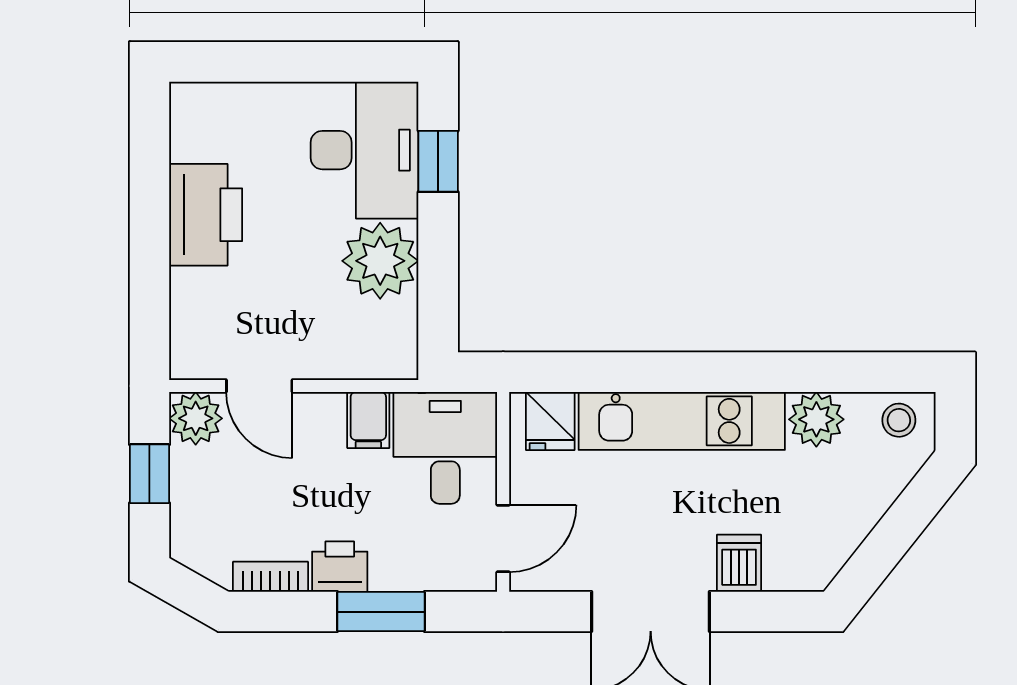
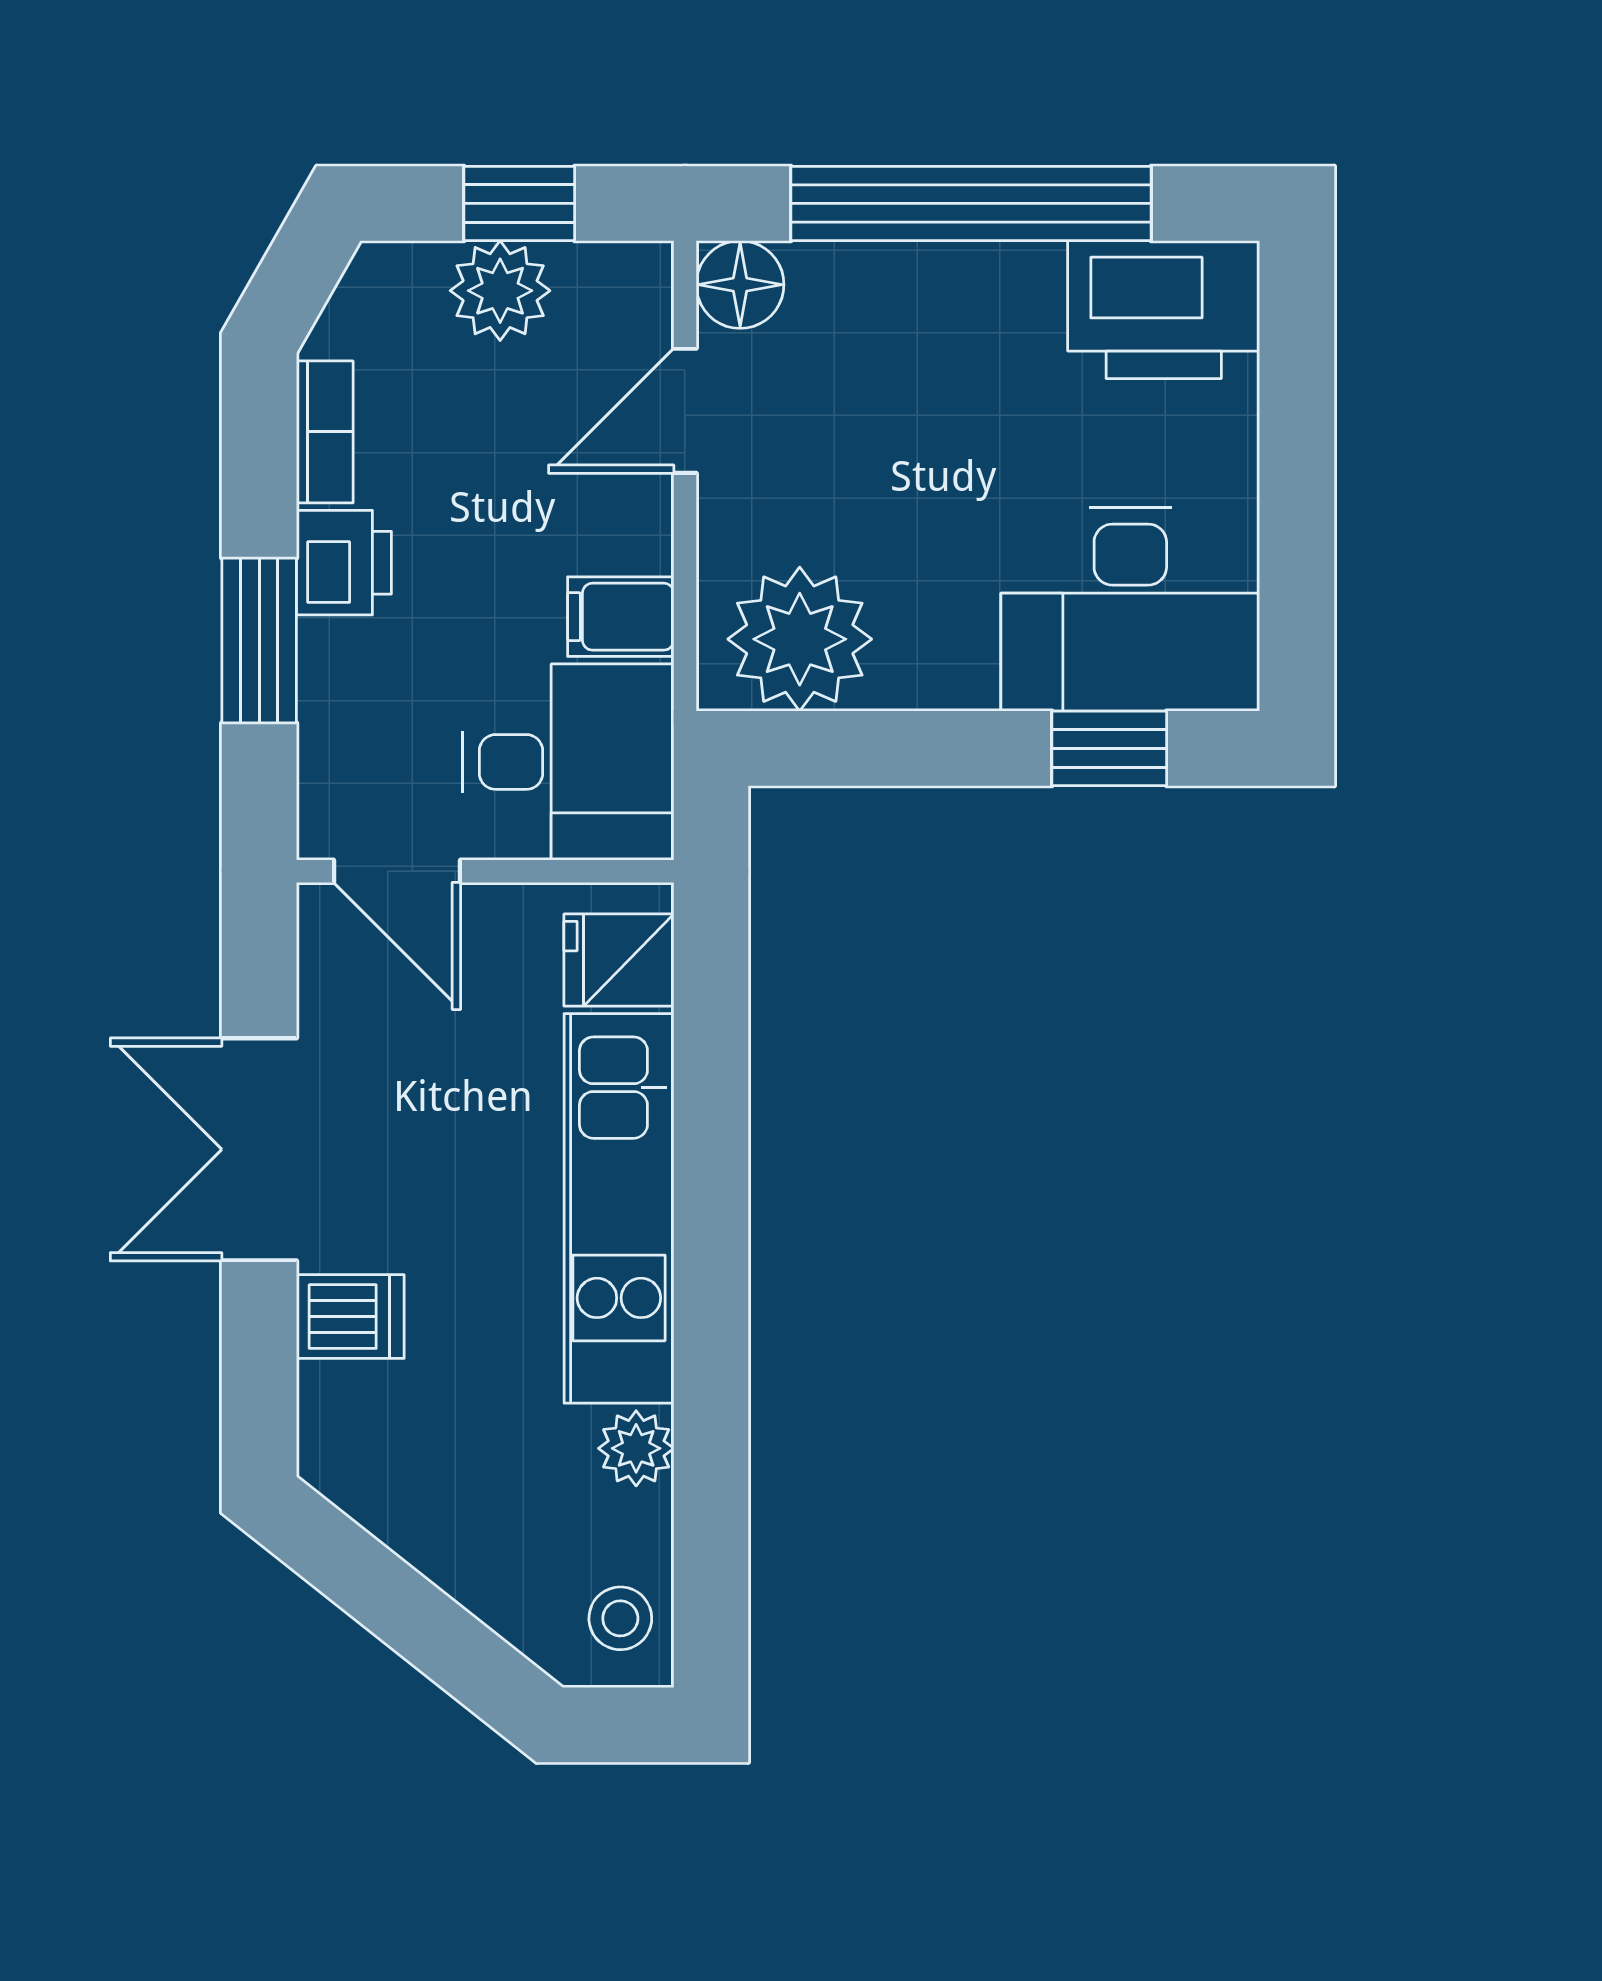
printer: (206, 215) -> (1164, 310), moved
window: (149, 234) -> (971, 203), added
plant: (380, 261) -> (800, 639), moved
floor lamp: (192, 357) -> (740, 285), added
plant: (196, 418) -> (500, 291), moved
plant: (816, 419) -> (636, 1448), width x0.73, depth x0.73

